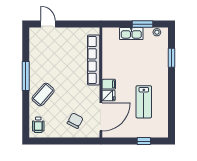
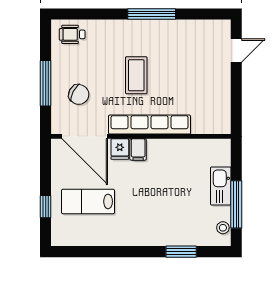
window: (143, 24) -> (236, 204), width x1.44
row of seats: (94, 60) -> (150, 125), moved
coffee table: (43, 95) -> (136, 75), moved, turned 49
lab bench: (144, 102) -> (88, 201), moved
window: (68, 141) -> (46, 83), added

